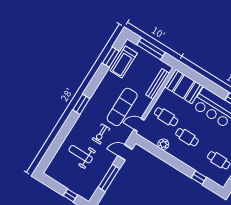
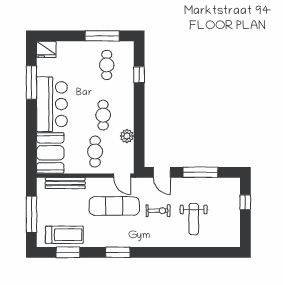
window: (81, 104) -> (118, 252), moved

